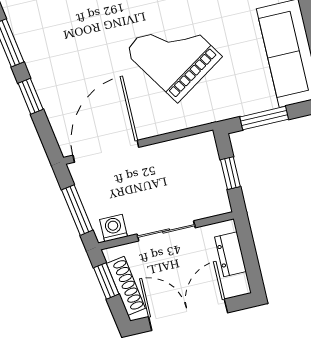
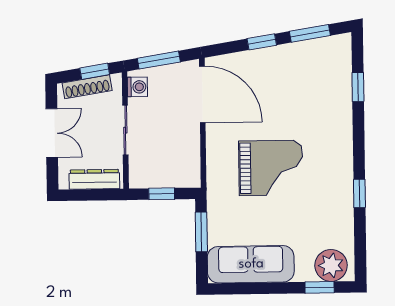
grand piano: (173, 54) -> (271, 168), turned 33
dresser: (230, 254) -> (94, 179), width x1.44
double door: (188, 315) -> (52, 133), width x0.73

